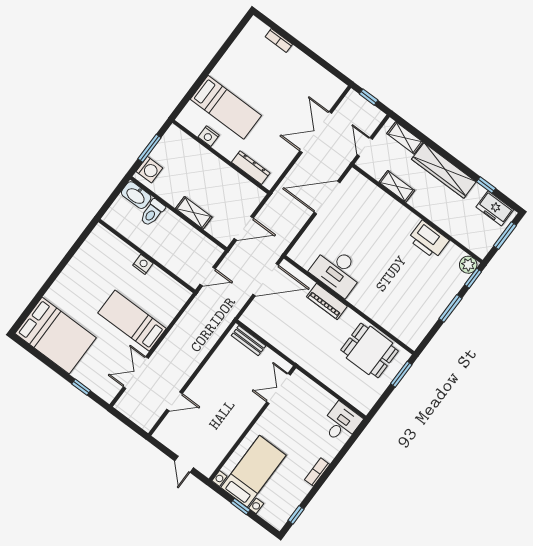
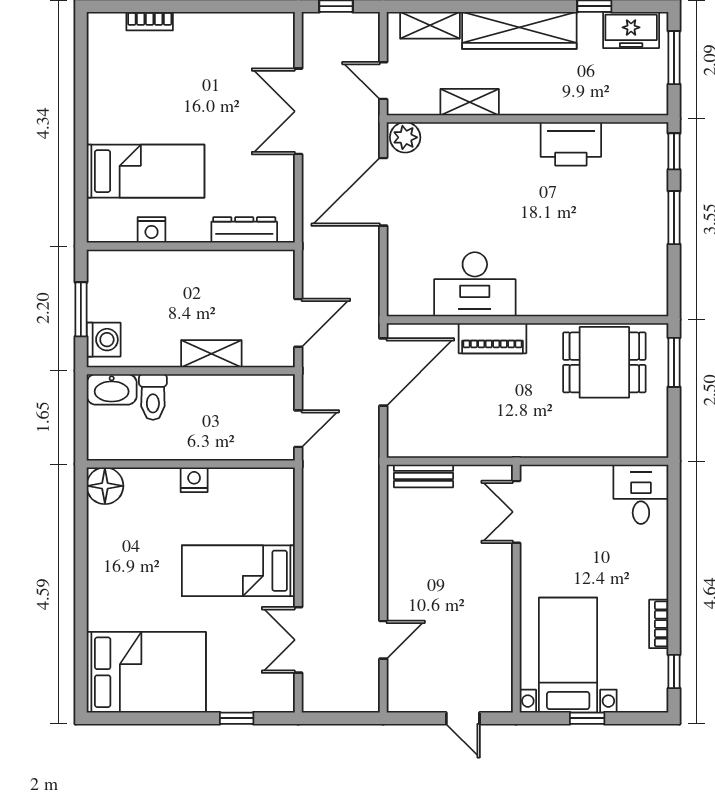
floor lamp: (100, 237) -> (105, 486), added
plant: (468, 265) -> (405, 137), moved
bookcase: (317, 472) -> (659, 624), moved

